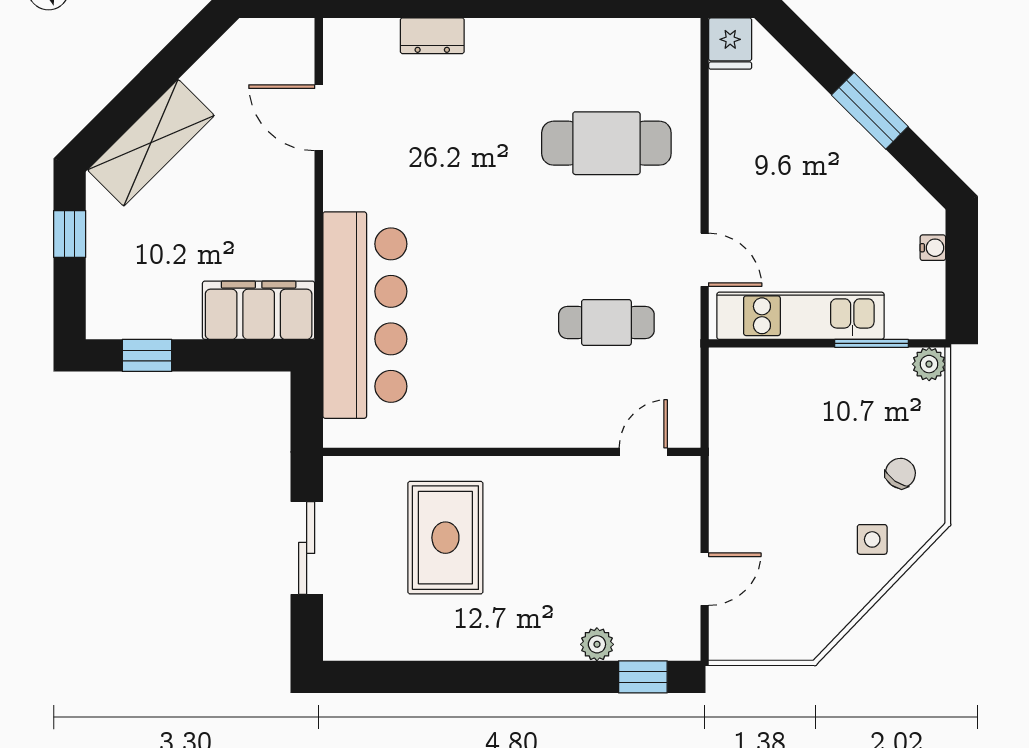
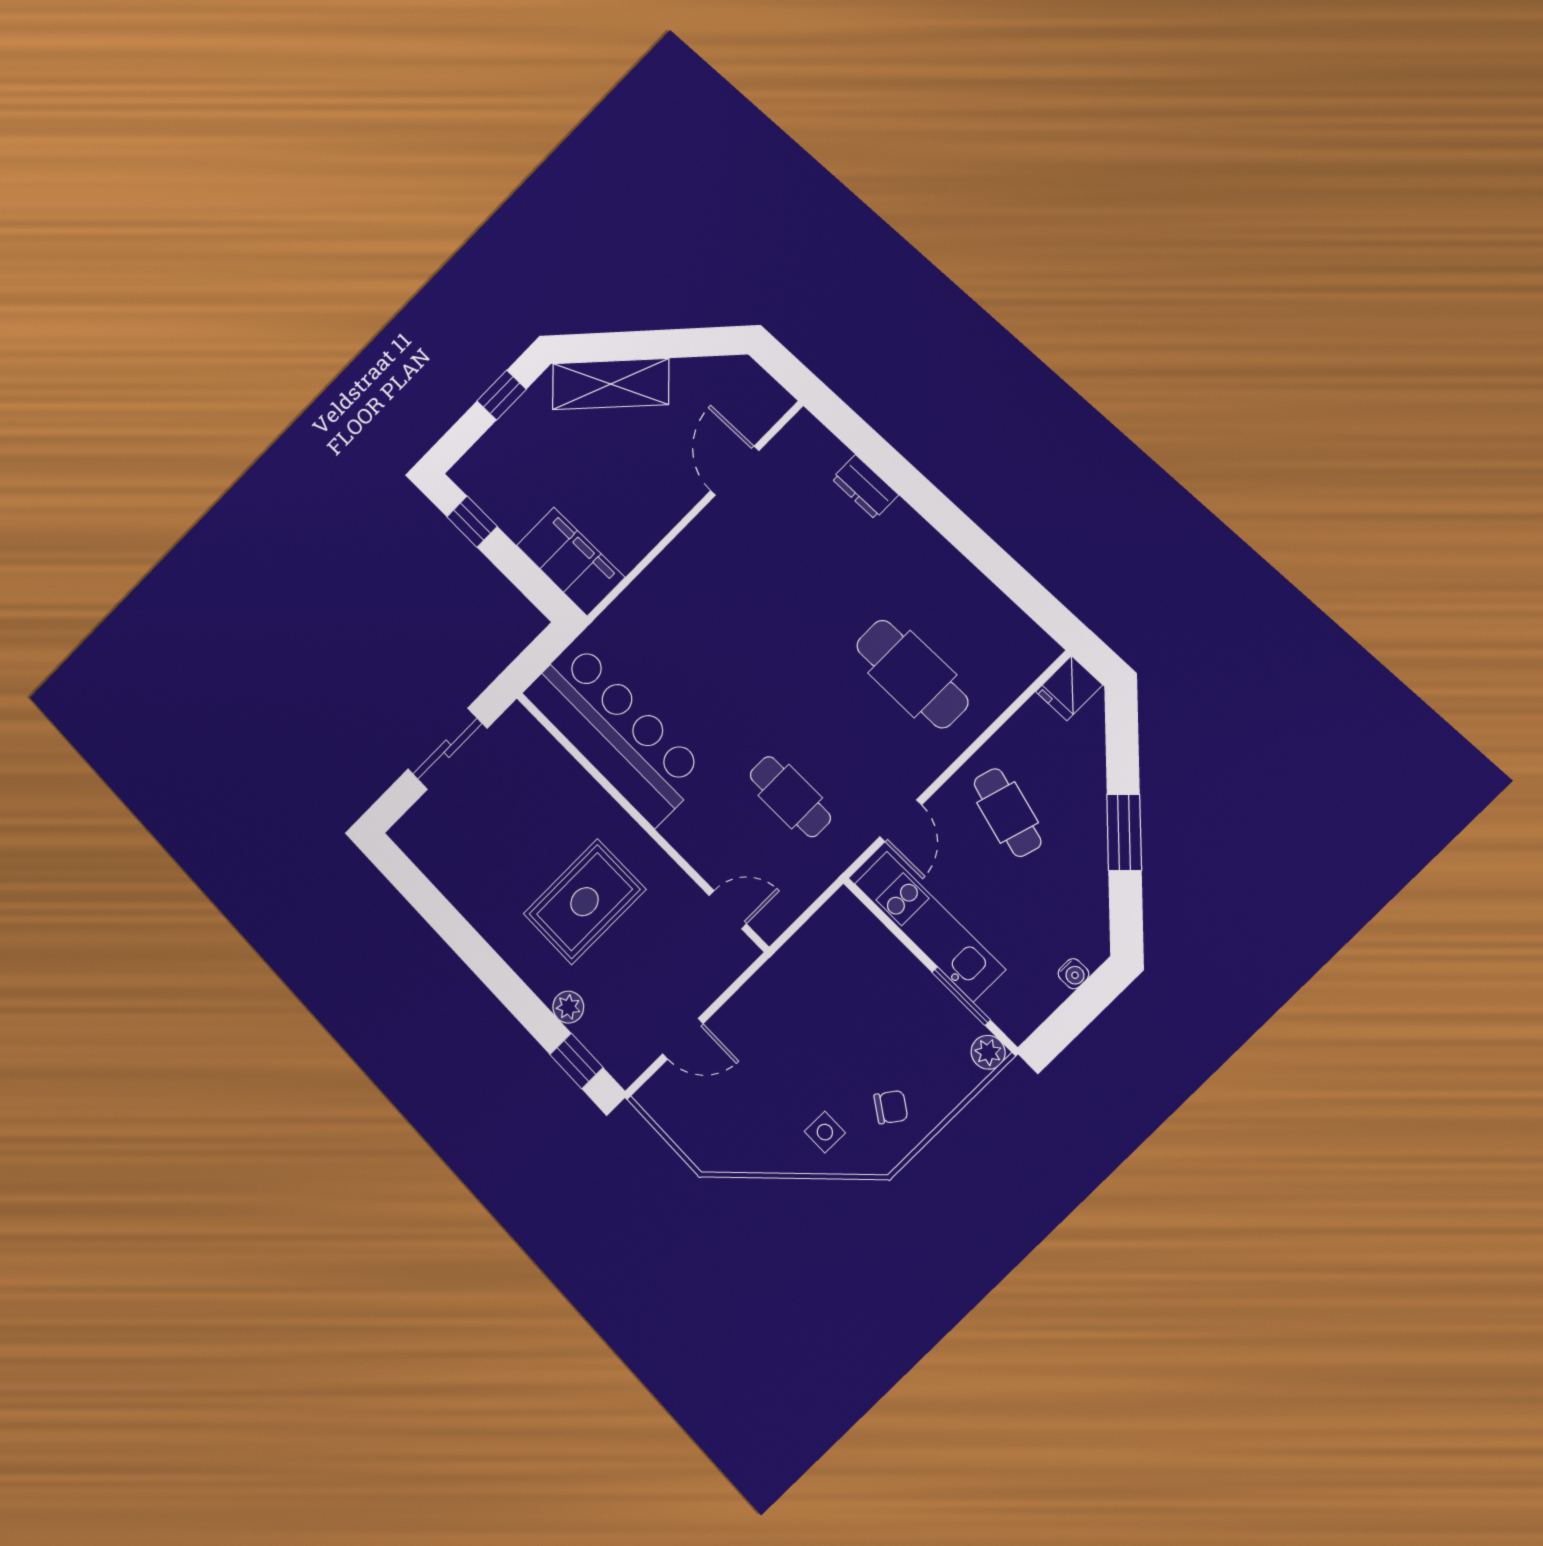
cafe table: (775, 178) -> (1008, 813), added
bar counter: (365, 315) -> (615, 732), moved, turned -90
rug: (445, 538) -> (584, 902), moved

